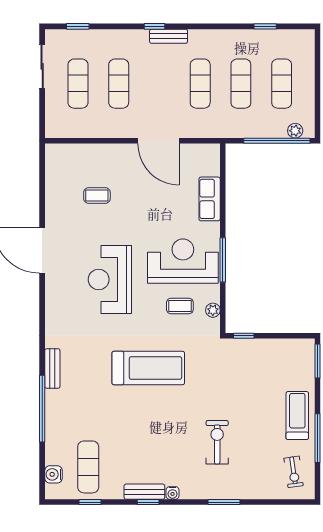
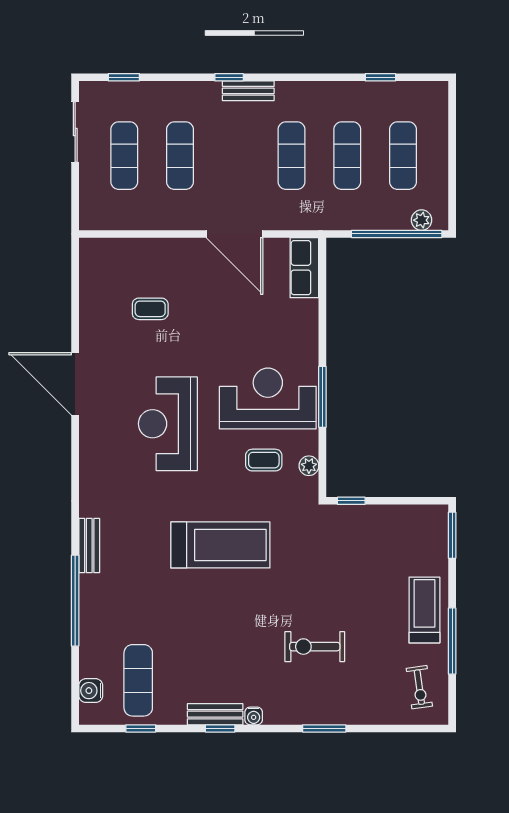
row of seats: (210, 199) -> (304, 268), moved
exercise bike: (217, 442) -> (315, 647), turned -90

